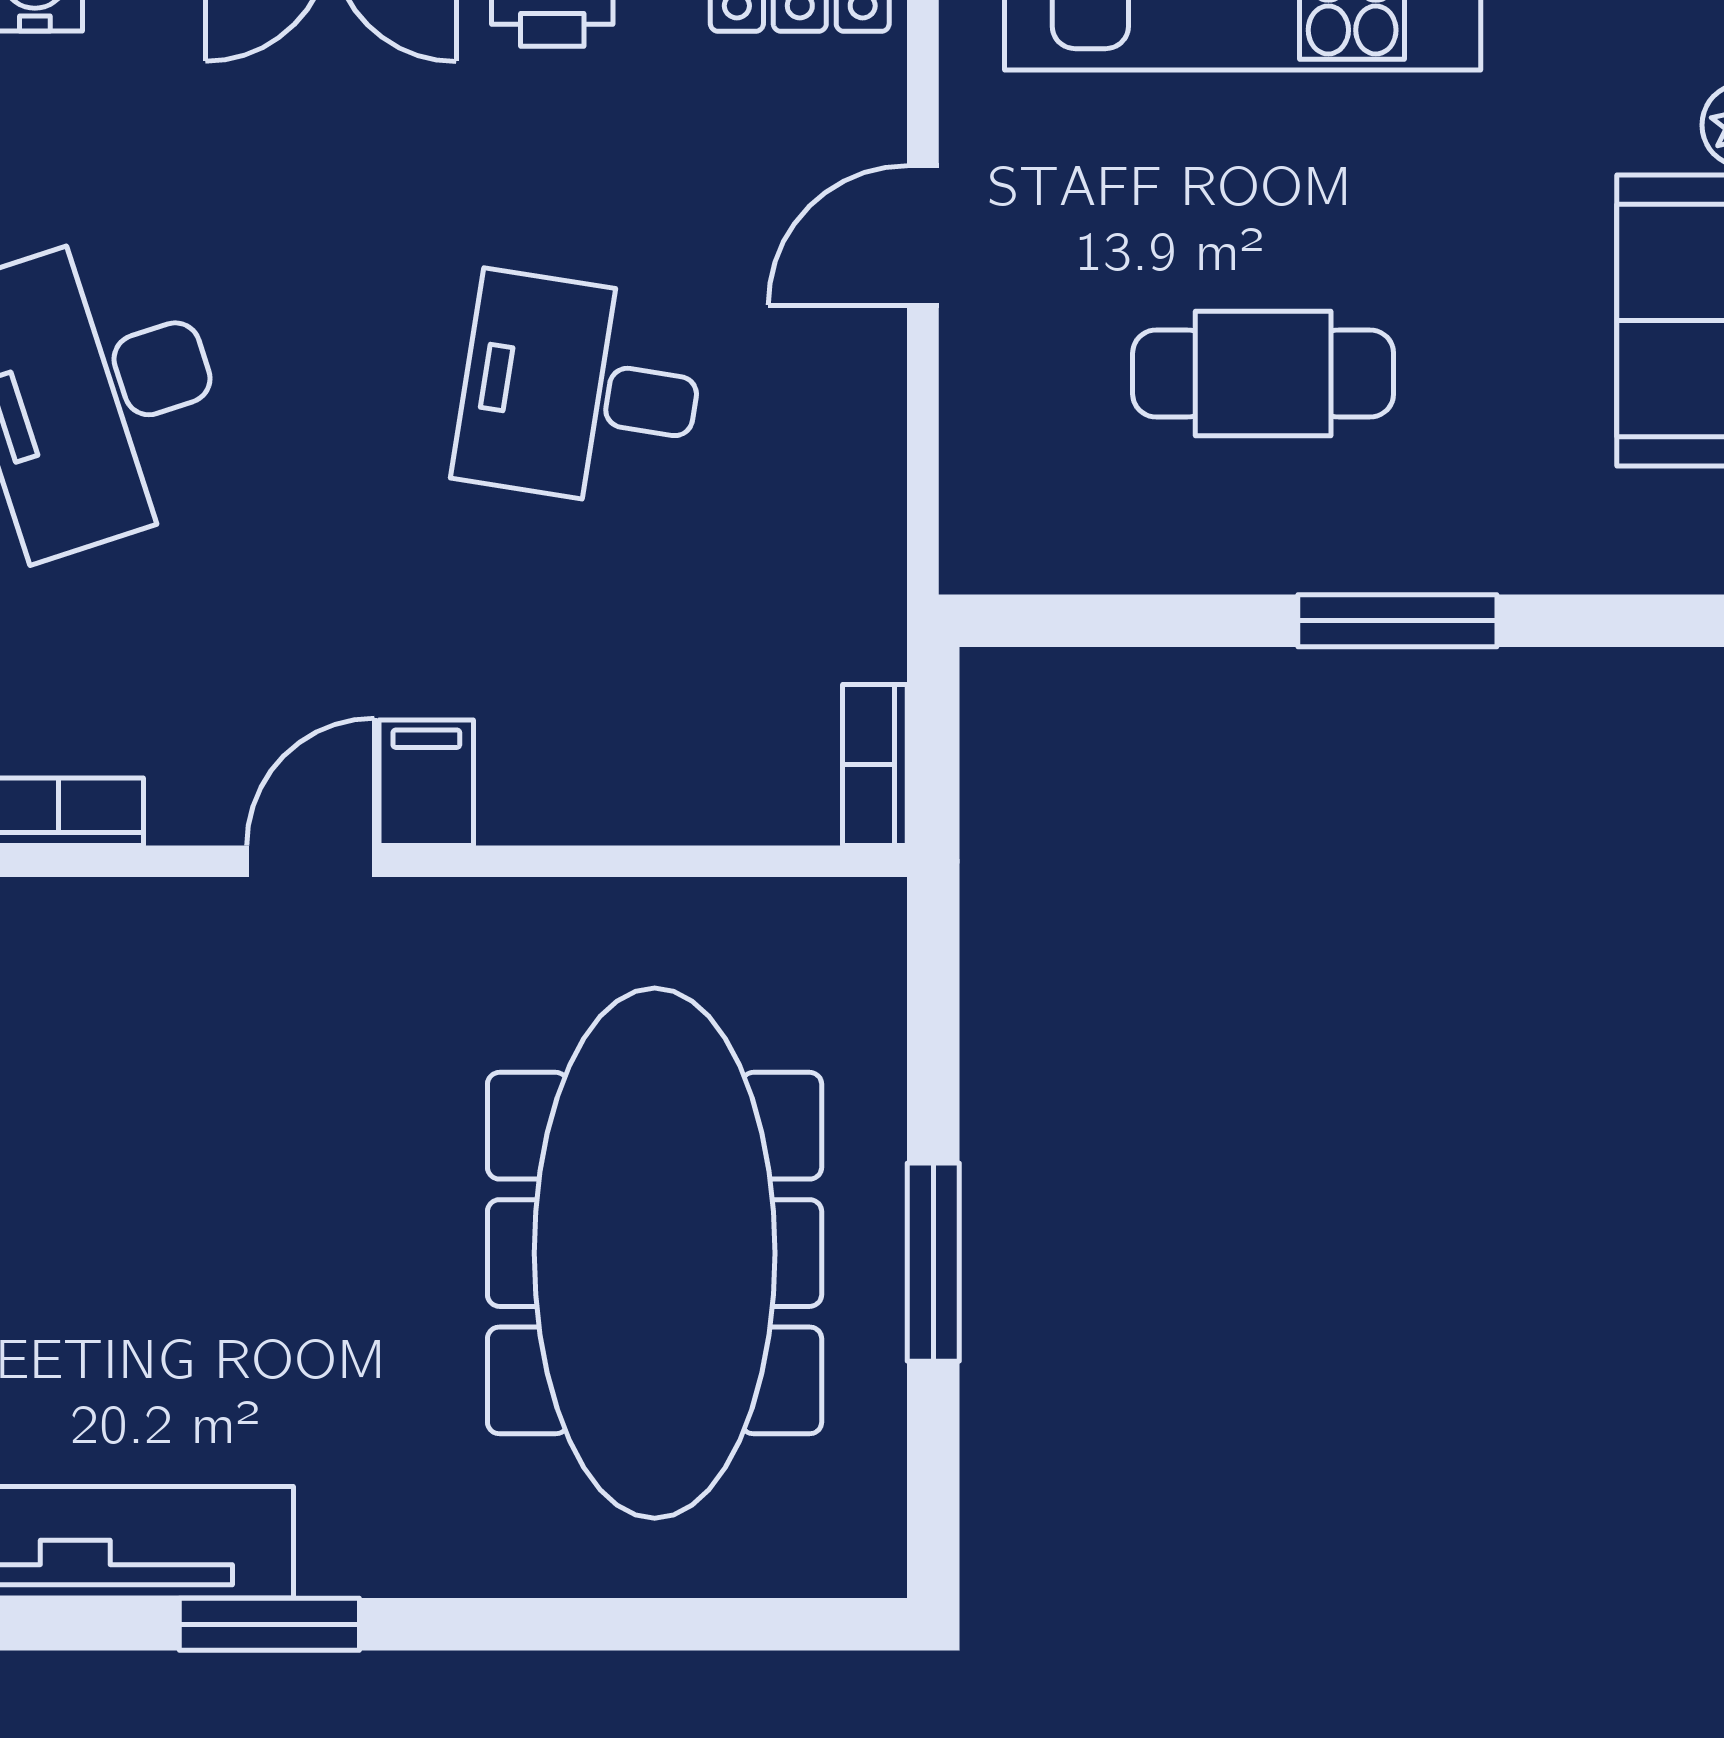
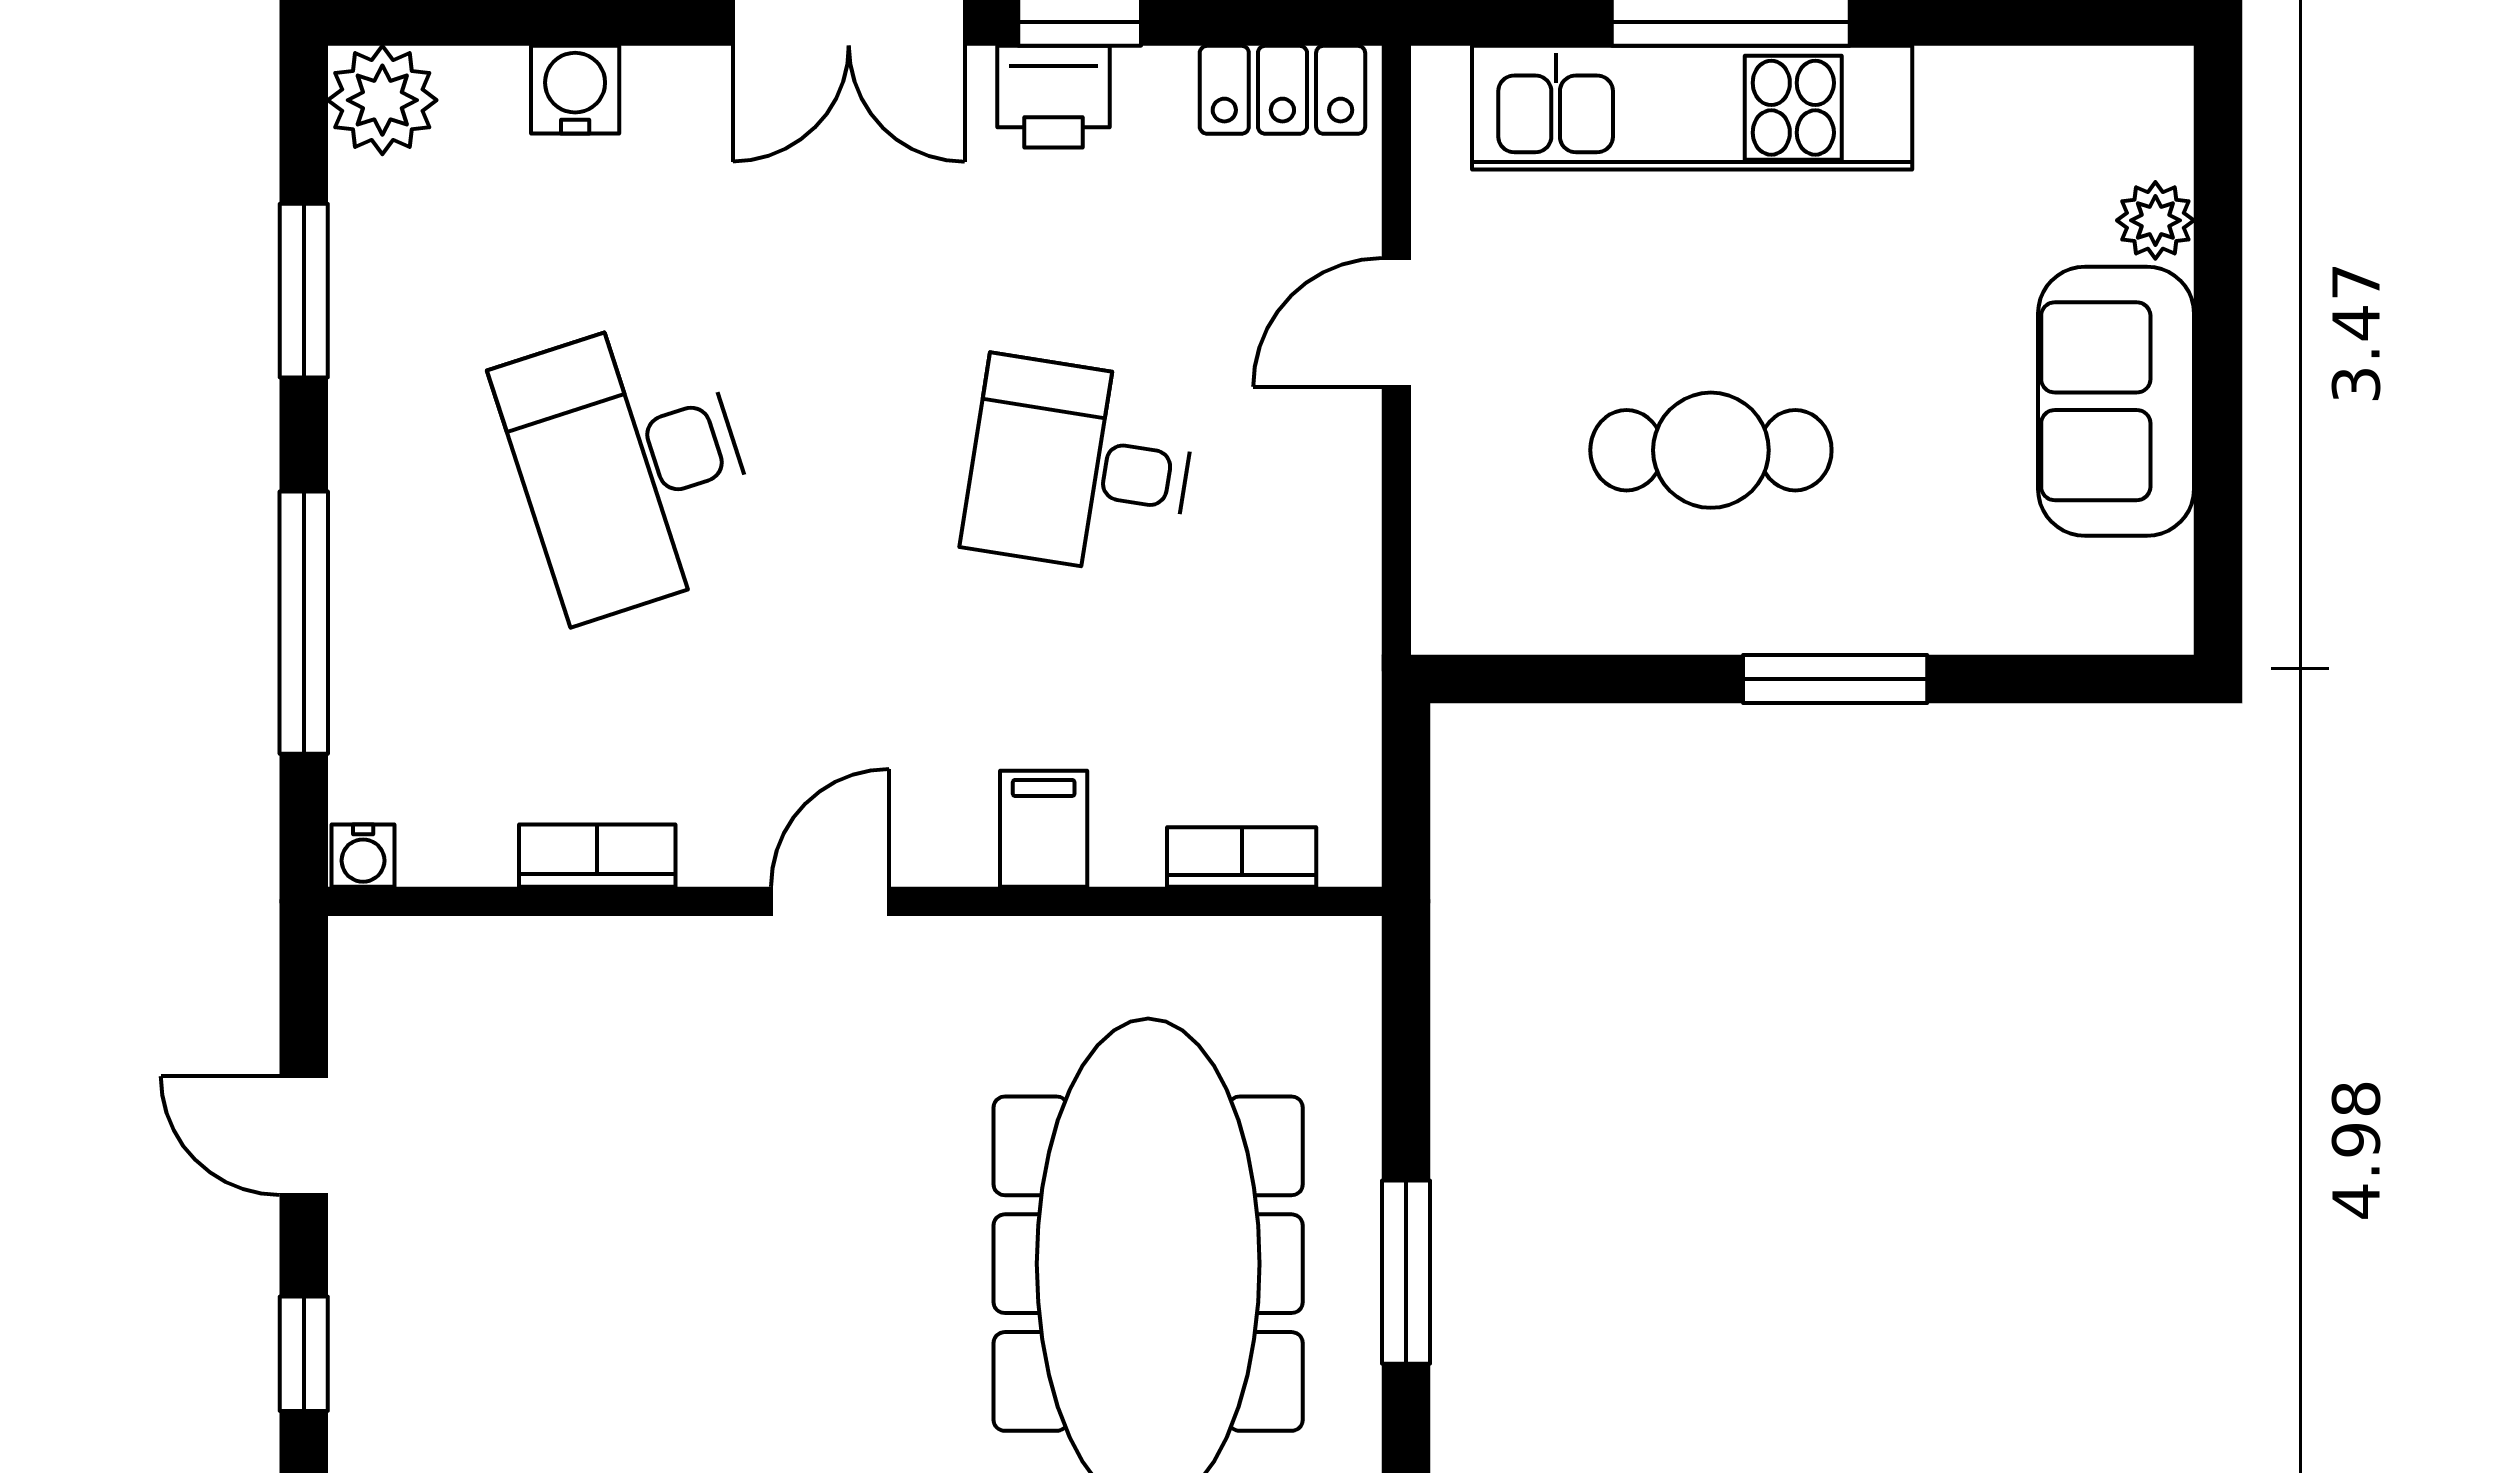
bookcase: (875, 765) -> (1242, 857), moved, turned 90
filing cabinet: (426, 783) -> (1044, 829), moved

